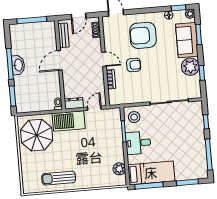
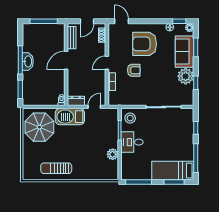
door: (104, 59) -> (107, 63), swing flipped
plant: (119, 169) -> (113, 154), moved
bed: (151, 173) -> (173, 171), moved, turned 180

